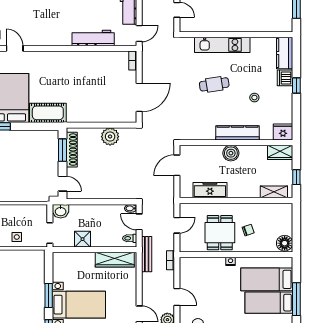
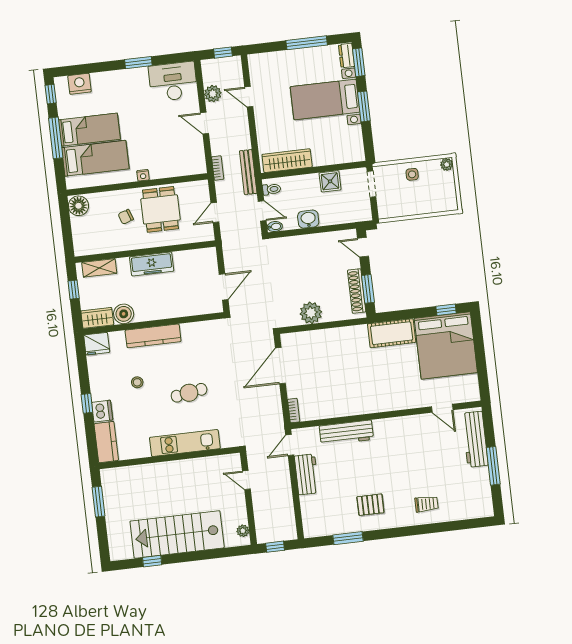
boiler: (231, 153) -> (124, 314), moved
freezer: (210, 190) -> (152, 264), moved
washbasin: (61, 211) -> (308, 219), moved

